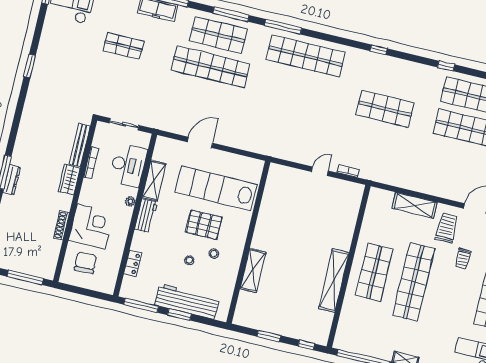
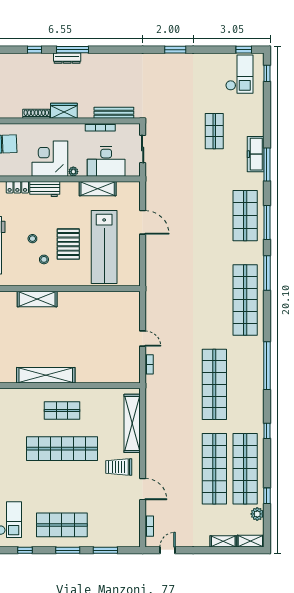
window: (379, 50) -> (267, 366), width x3.17
shop shelf: (211, 67) -> (214, 216), removed
shop shelf: (385, 109) -> (214, 384), width x1.40
wardrobe: (69, 180) -> (64, 111), moved
lab bench: (216, 188) -> (104, 247), turned 180
shelving: (415, 205) -> (132, 423), width x1.47
workbench: (146, 216) -> (45, 189), moved
corner desk: (91, 227) -> (50, 159), moved, turned 180
trolley: (447, 228) -> (119, 467), turned 180
trolley: (463, 259) -> (94, 489), removed
shop shelf: (374, 272) -> (62, 410), width x0.70, depth x0.74

